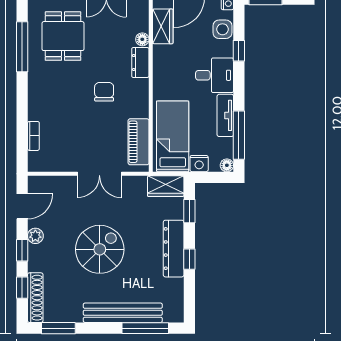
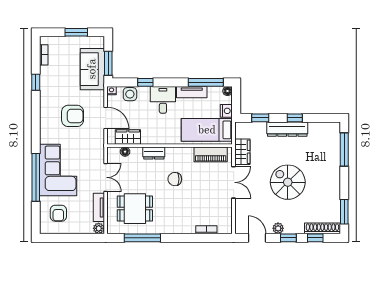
floor lamp: (142, 39) -> (125, 152), moved
wardrobe: (166, 186) -> (242, 152), moved
bench: (123, 313) -> (333, 166), removed

